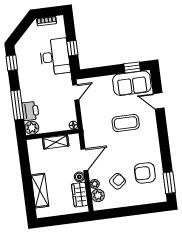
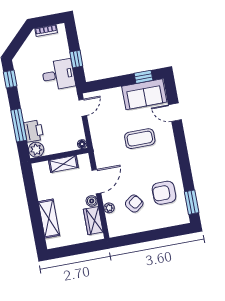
desk: (55, 57) -> (58, 75), width x0.73
plant: (98, 195) -> (113, 220), removed

